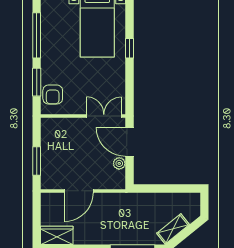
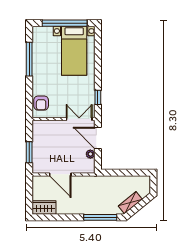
window: (129, 48) -> (98, 97), moved
window: (37, 82) -> (29, 94), removed
door: (79, 191) -> (60, 174), hinge flipped

